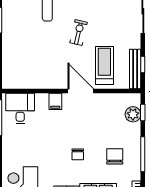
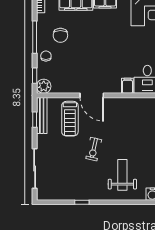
filing cabinet: (55, 101) -> (127, 86), moved
plant: (133, 114) -> (44, 86), moved
chair: (78, 154) -> (46, 56), moved

